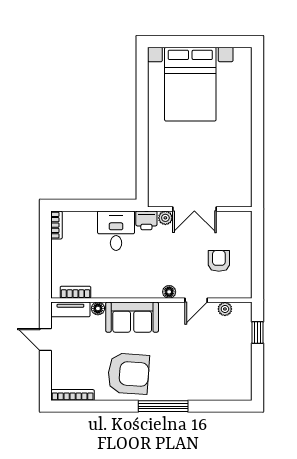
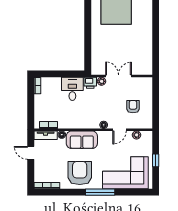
double door: (194, 209) -> (119, 76), swing flipped
window: (257, 333) -> (156, 160), moved
corner sofa: (206, 373) -> (125, 173), added
armchair: (128, 374) -> (80, 173), turned -94

